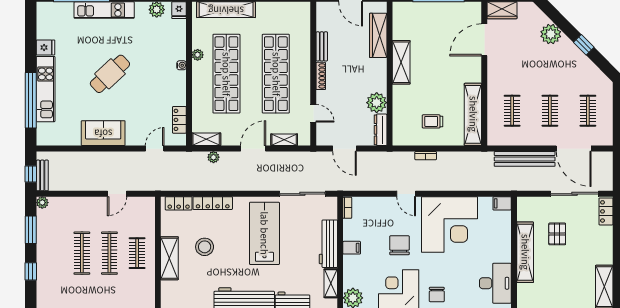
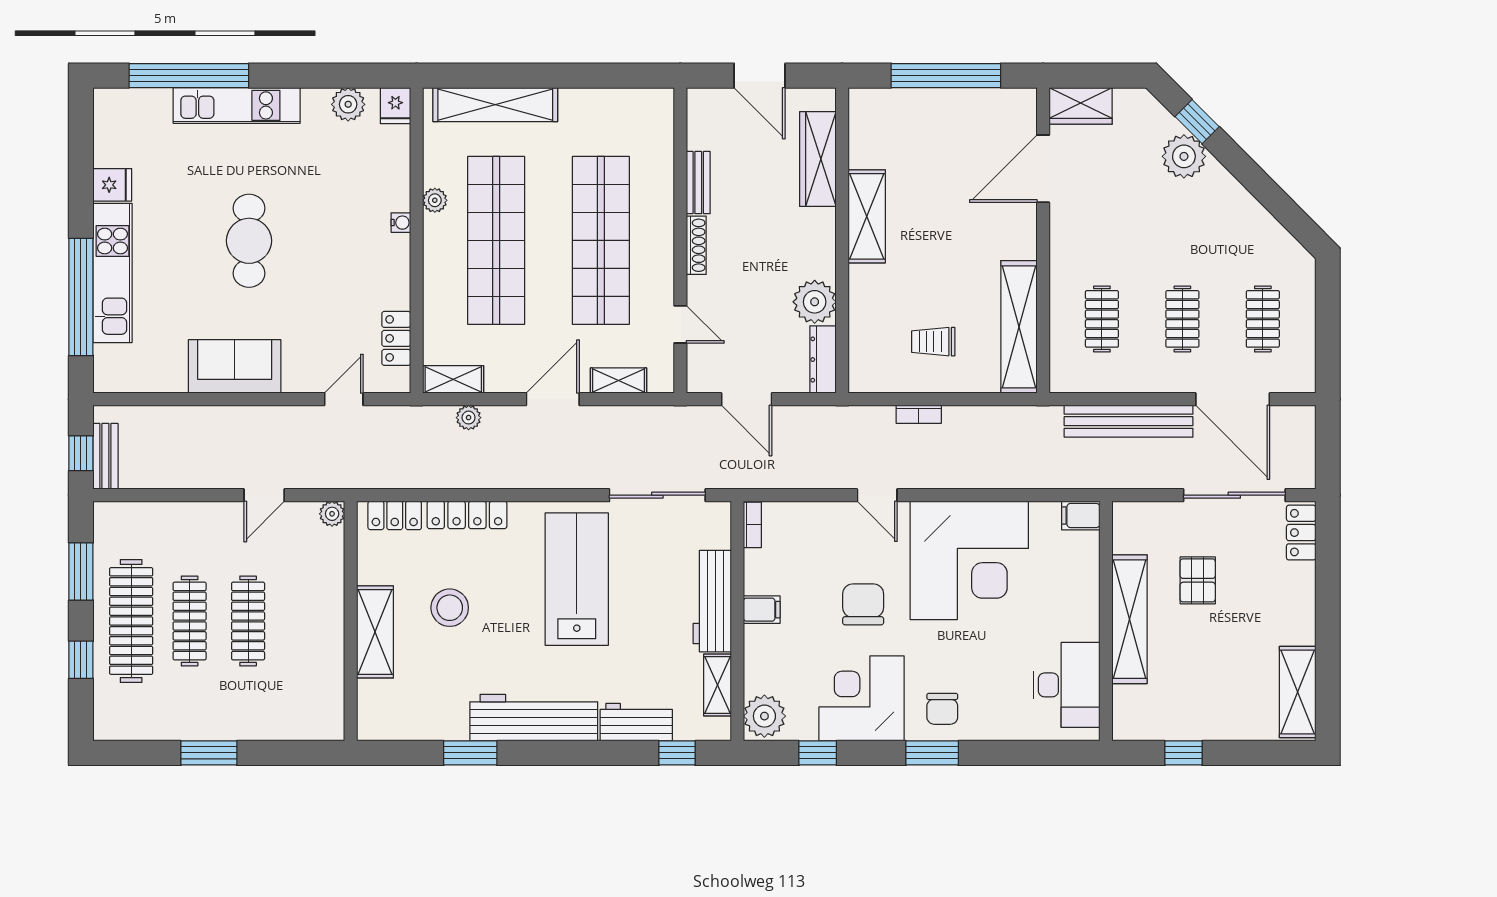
window: (584, 45) -> (1197, 122), moved
cafe table: (110, 74) -> (249, 241), turned -47
plant: (42, 203) -> (332, 514), moved
clothes rail: (137, 253) -> (131, 621), moved, width x1.86, depth x1.31

